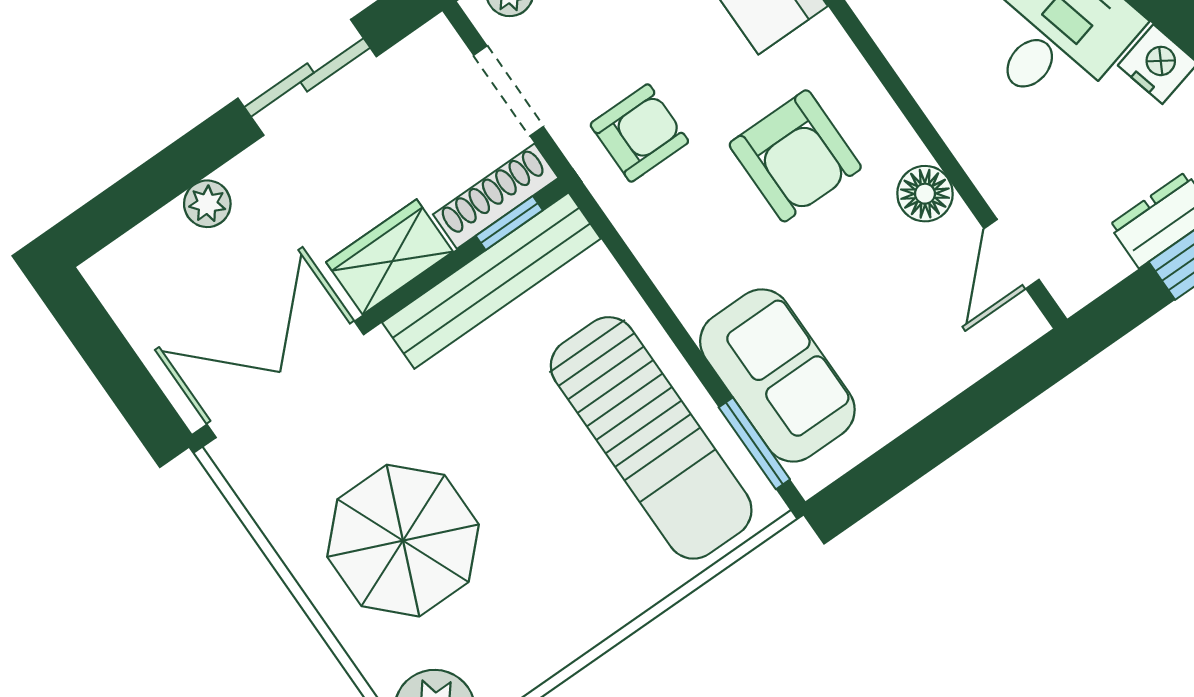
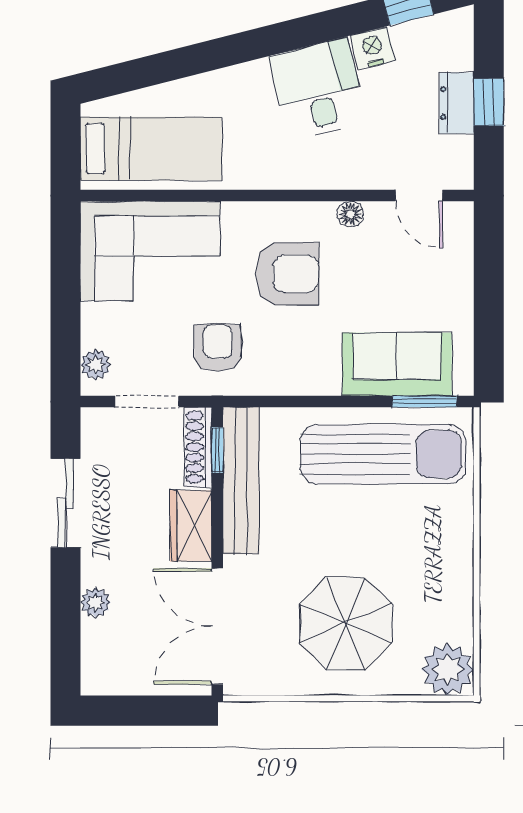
floor lamp: (925, 194) -> (350, 214), width x0.73, depth x0.73

